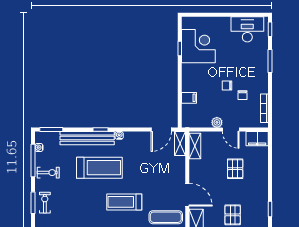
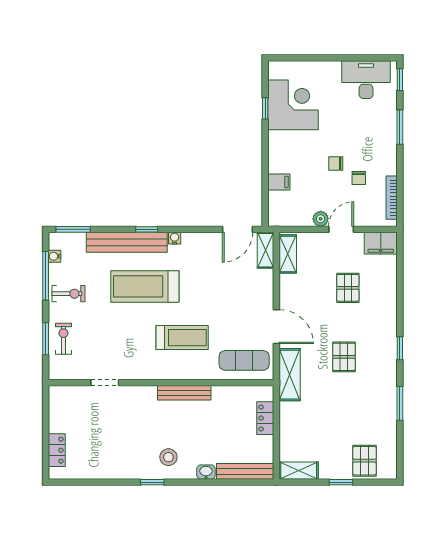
door: (231, 130) -> (341, 229), swing flipped
treadmill: (99, 168) -> (145, 286), turned 180
treadmill: (124, 202) -> (182, 338), turned 180

